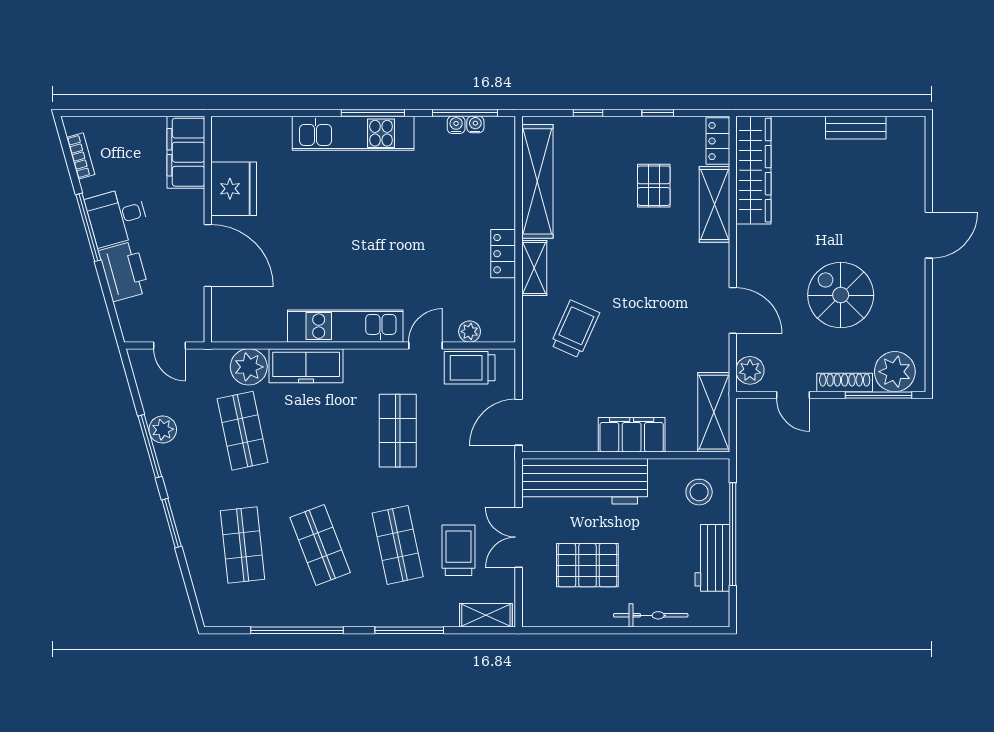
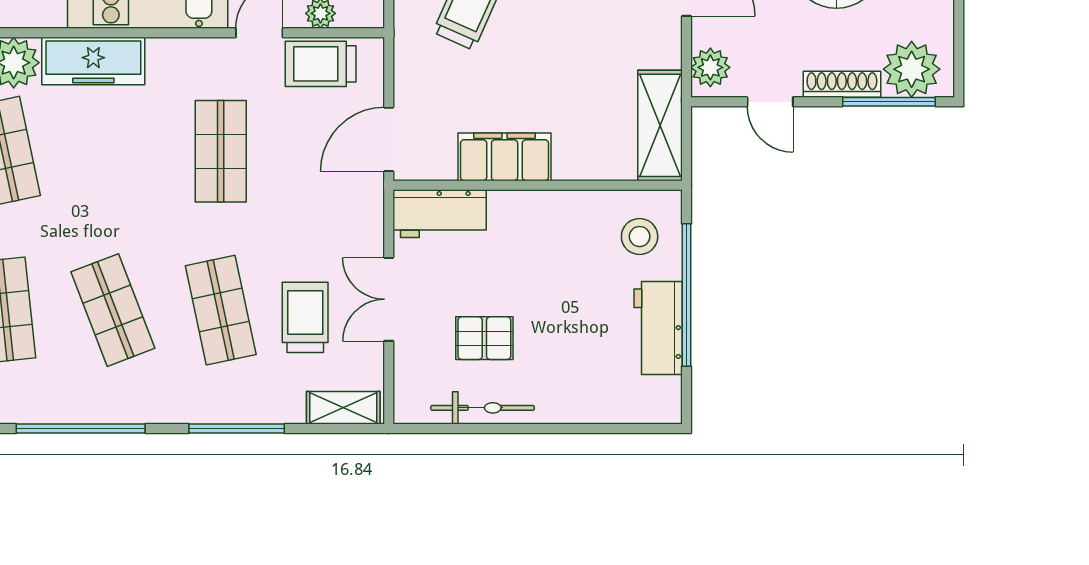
filing cabinet: (632, 435) -> (505, 157), moved
workbench: (585, 481) -> (440, 214), width x0.53, depth x0.76
pallet: (587, 565) -> (484, 338), width x0.67, depth x0.71
bicycle: (651, 615) -> (483, 408), moved

